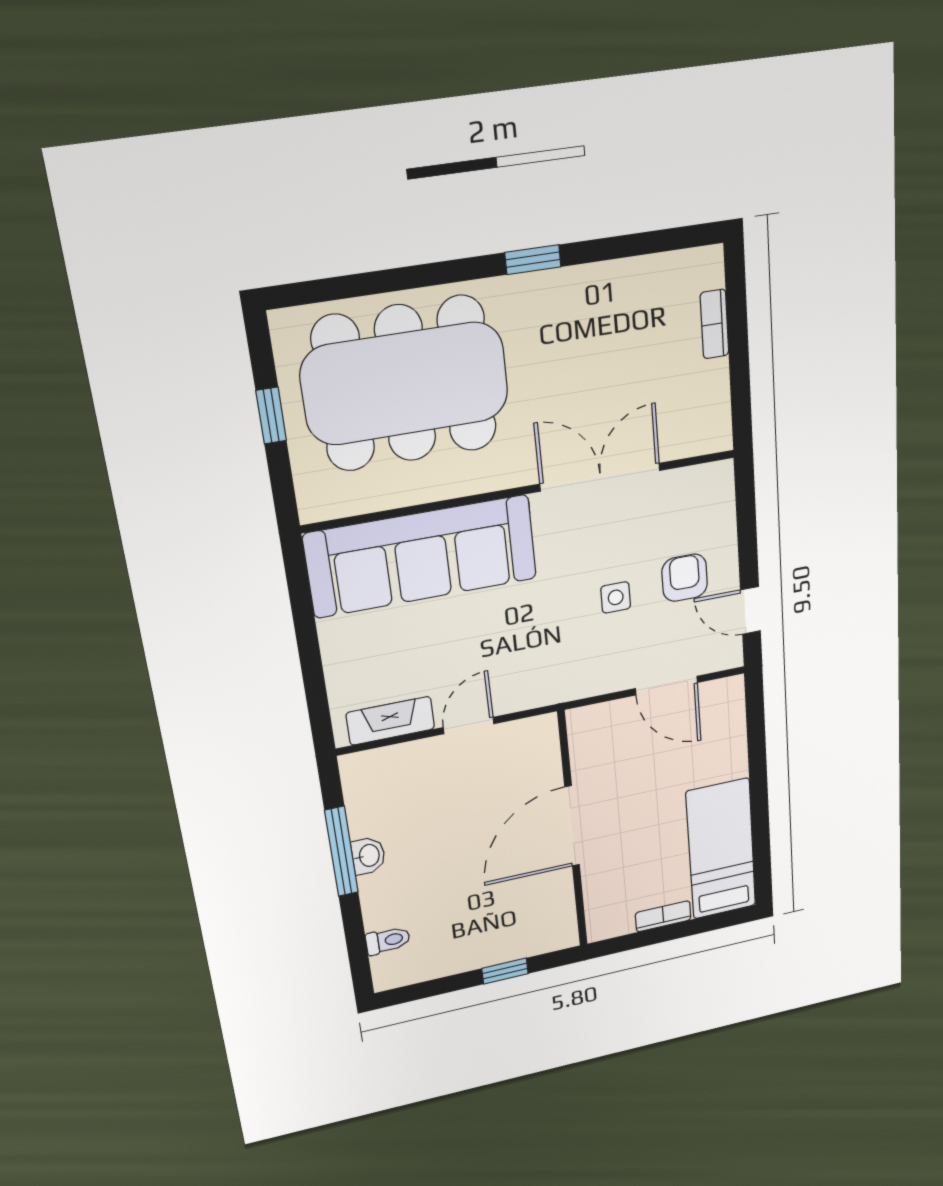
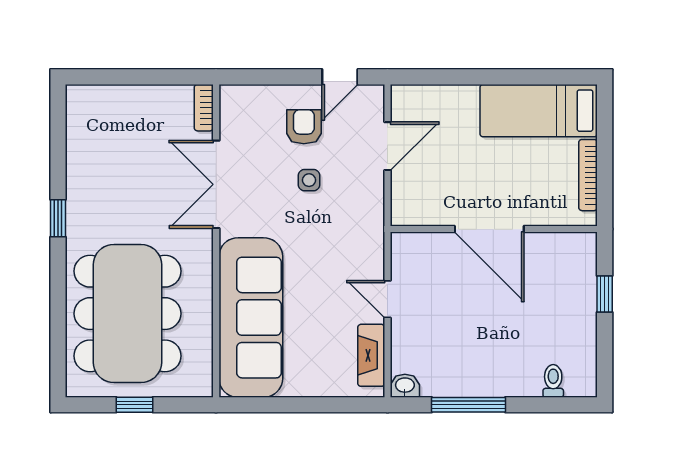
bookcase: (714, 324) -> (204, 108), moved, turned 90
armchair: (685, 578) -> (304, 127), turned 90
washbasin: (368, 856) -> (405, 386), moved
bookcase: (663, 916) -> (588, 175), width x1.56

